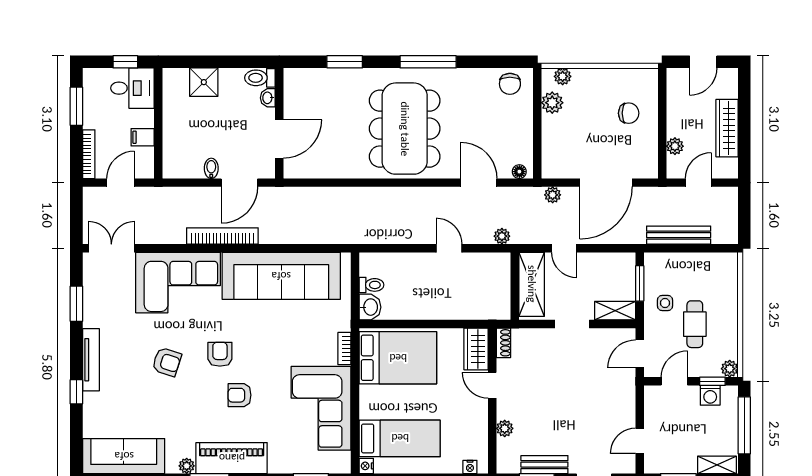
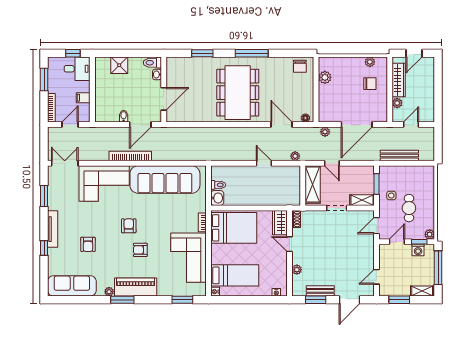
plant: (563, 76) -> (370, 62), moved
wardrobe: (727, 128) -> (399, 80), moved, turned 180
armchair: (167, 362) -> (88, 244), moved, turned 72

